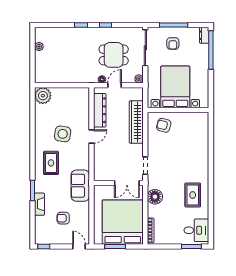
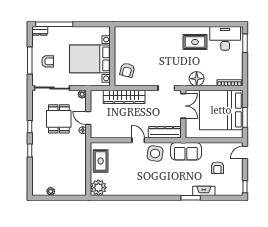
dresser: (100, 110) -> (165, 132), moved
side table: (63, 134) -> (155, 153), moved
rug: (51, 163) -> (101, 161), moved, turned 90
desk: (196, 230) -> (225, 38), width x1.37

